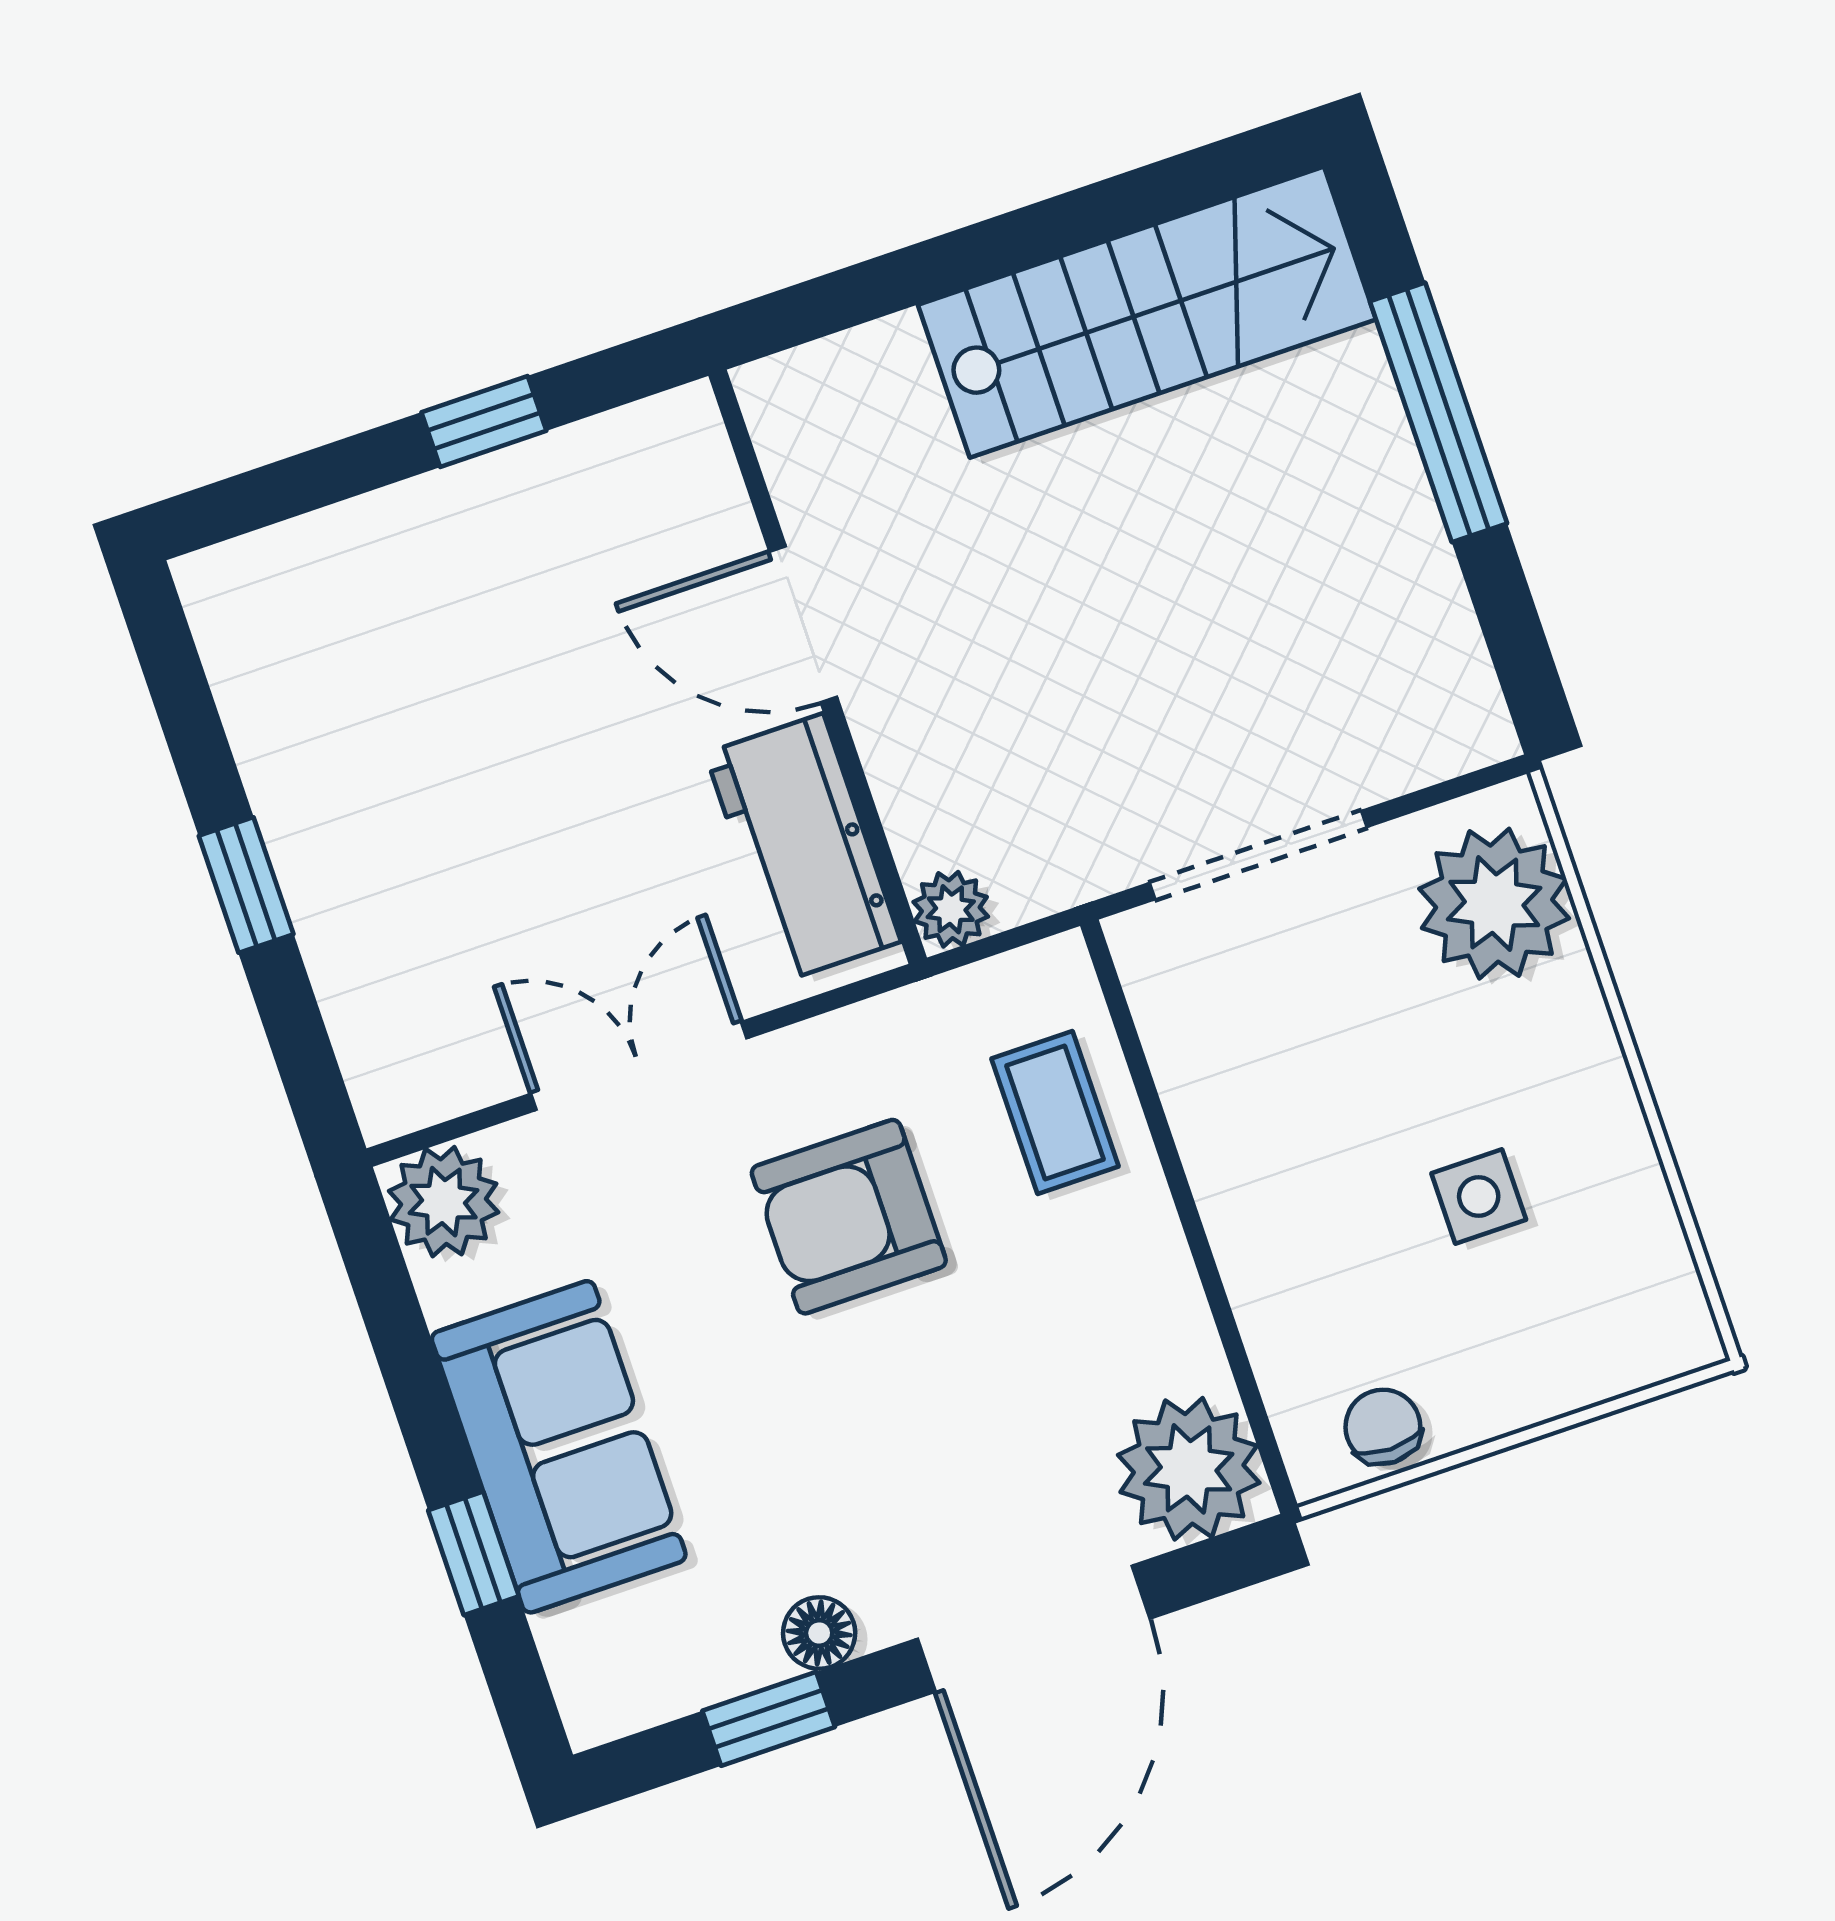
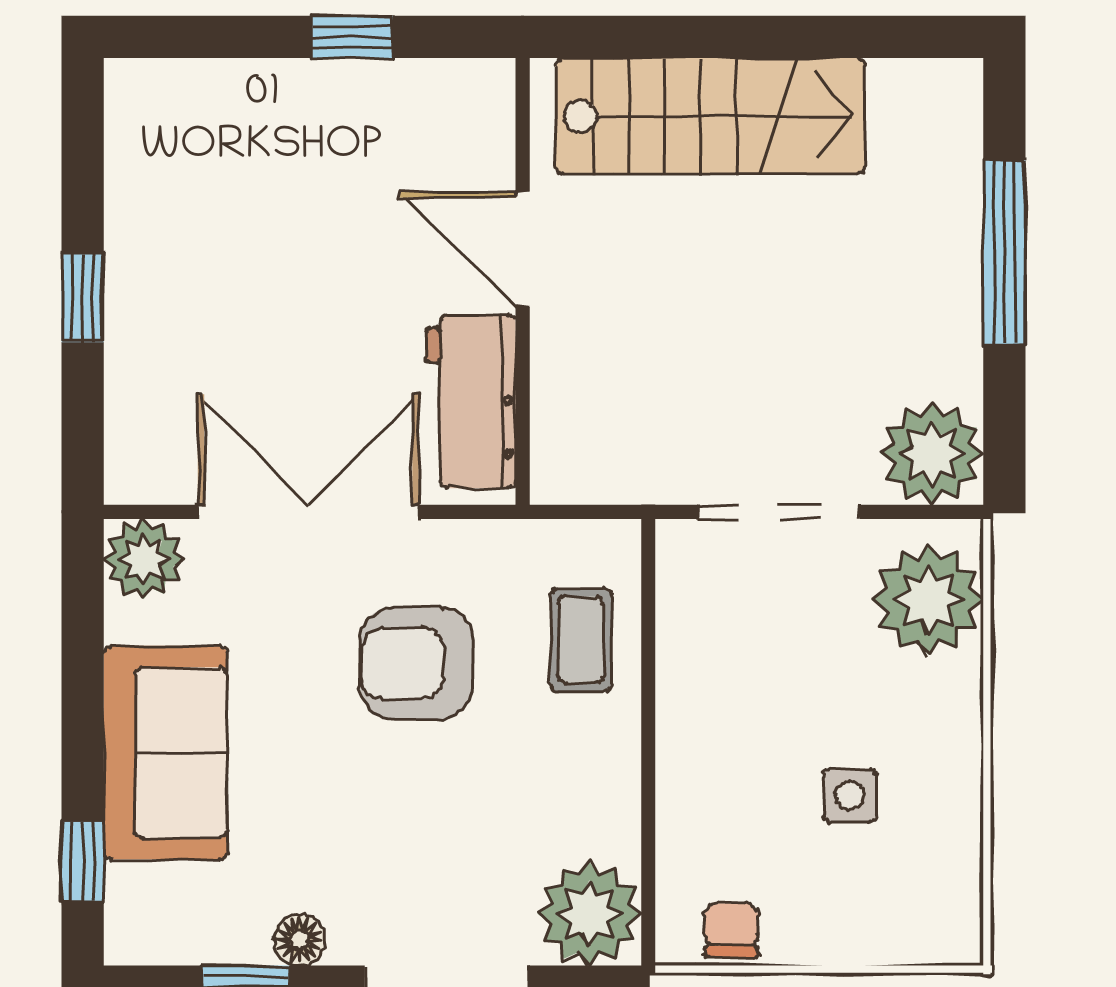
stairs: (1147, 312) -> (711, 116), moved
plant: (951, 909) -> (932, 453), moved, width x1.88, depth x1.88
double door: (639, 1066) -> (308, 512), width x1.37
window: (474, 1553) -> (83, 862), moved

